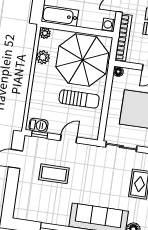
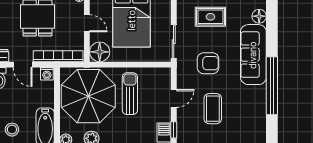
floor lamp: (118, 72) -> (100, 52), width x1.89, depth x1.89
door: (69, 139) -> (174, 98), swing flipped
armchair: (97, 176) -> (208, 63), added

